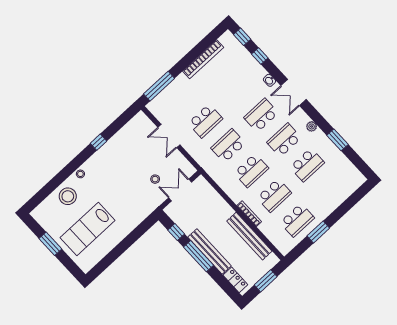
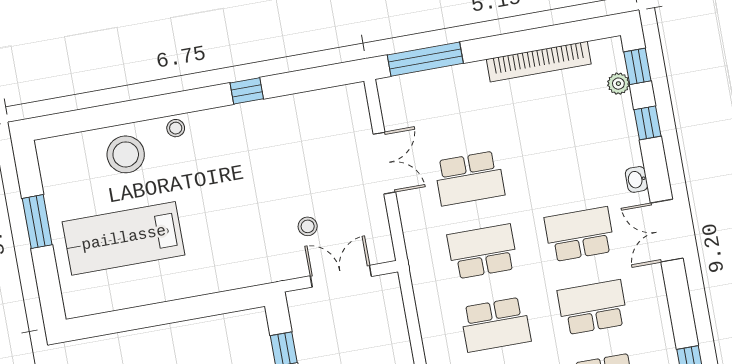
plant: (312, 126) -> (618, 84), moved
double door: (169, 136) -> (384, 163), swing flipped

